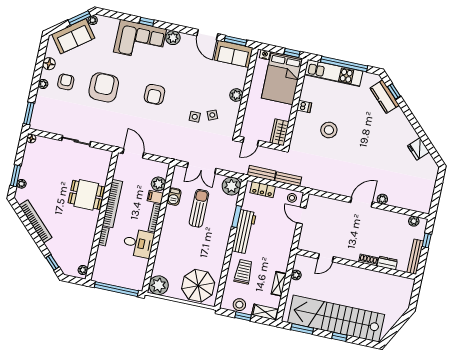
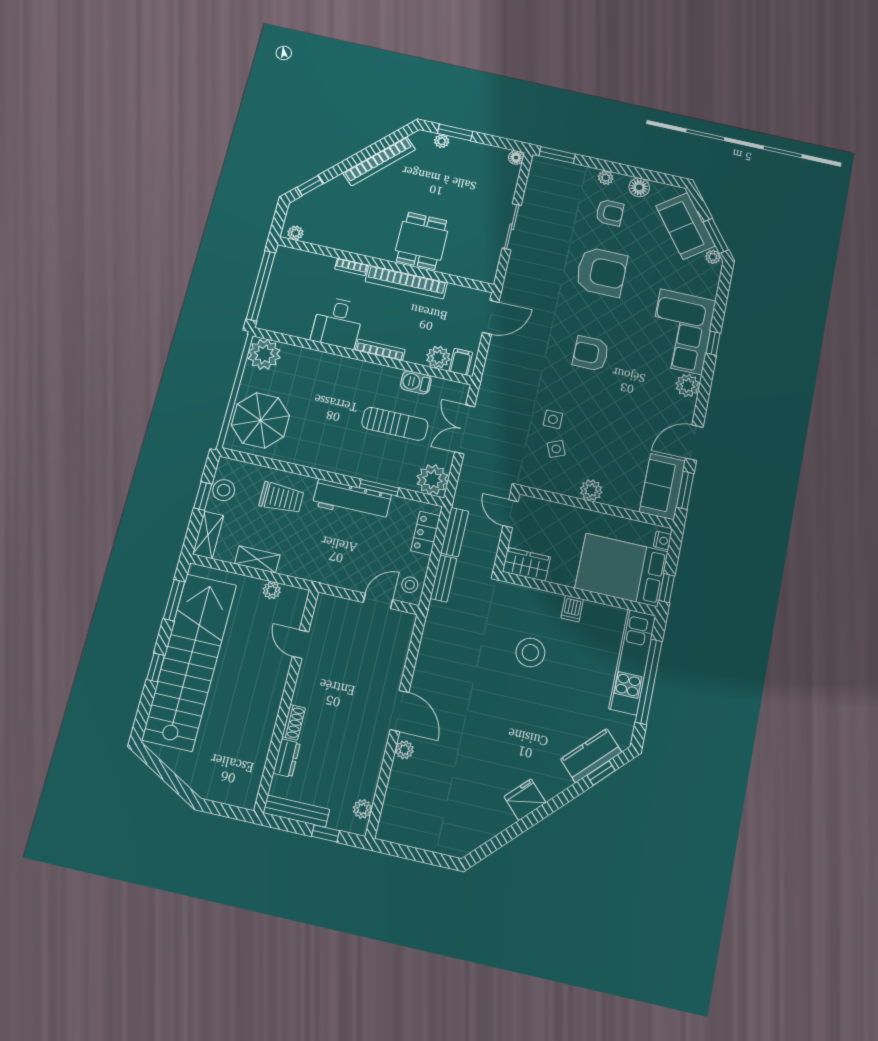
fridge: (418, 149) -> (525, 800), moved
filing cabinet: (155, 197) -> (461, 362), moved

